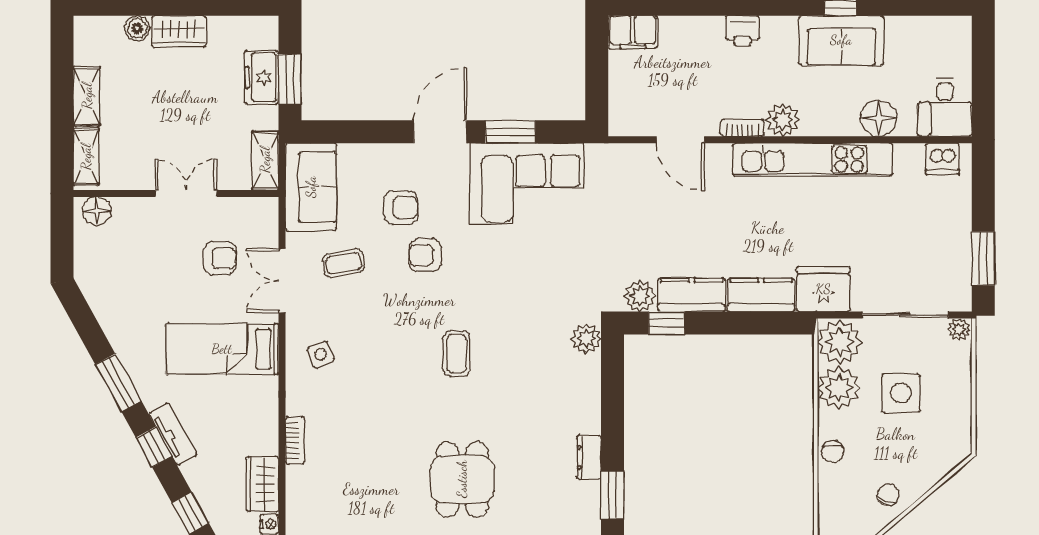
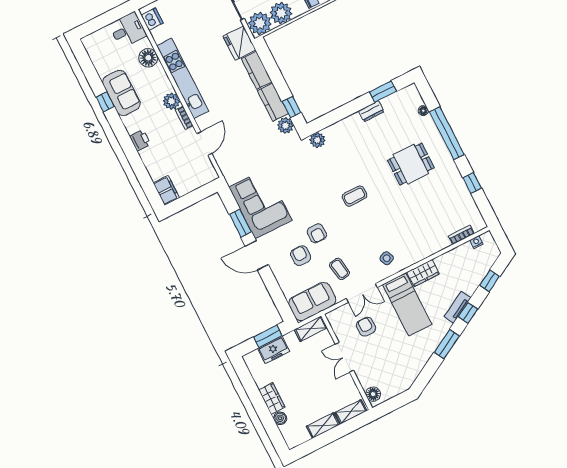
bookcase: (295, 440) -> (461, 235), moved
wardrobe: (263, 484) -> (423, 273), moved

